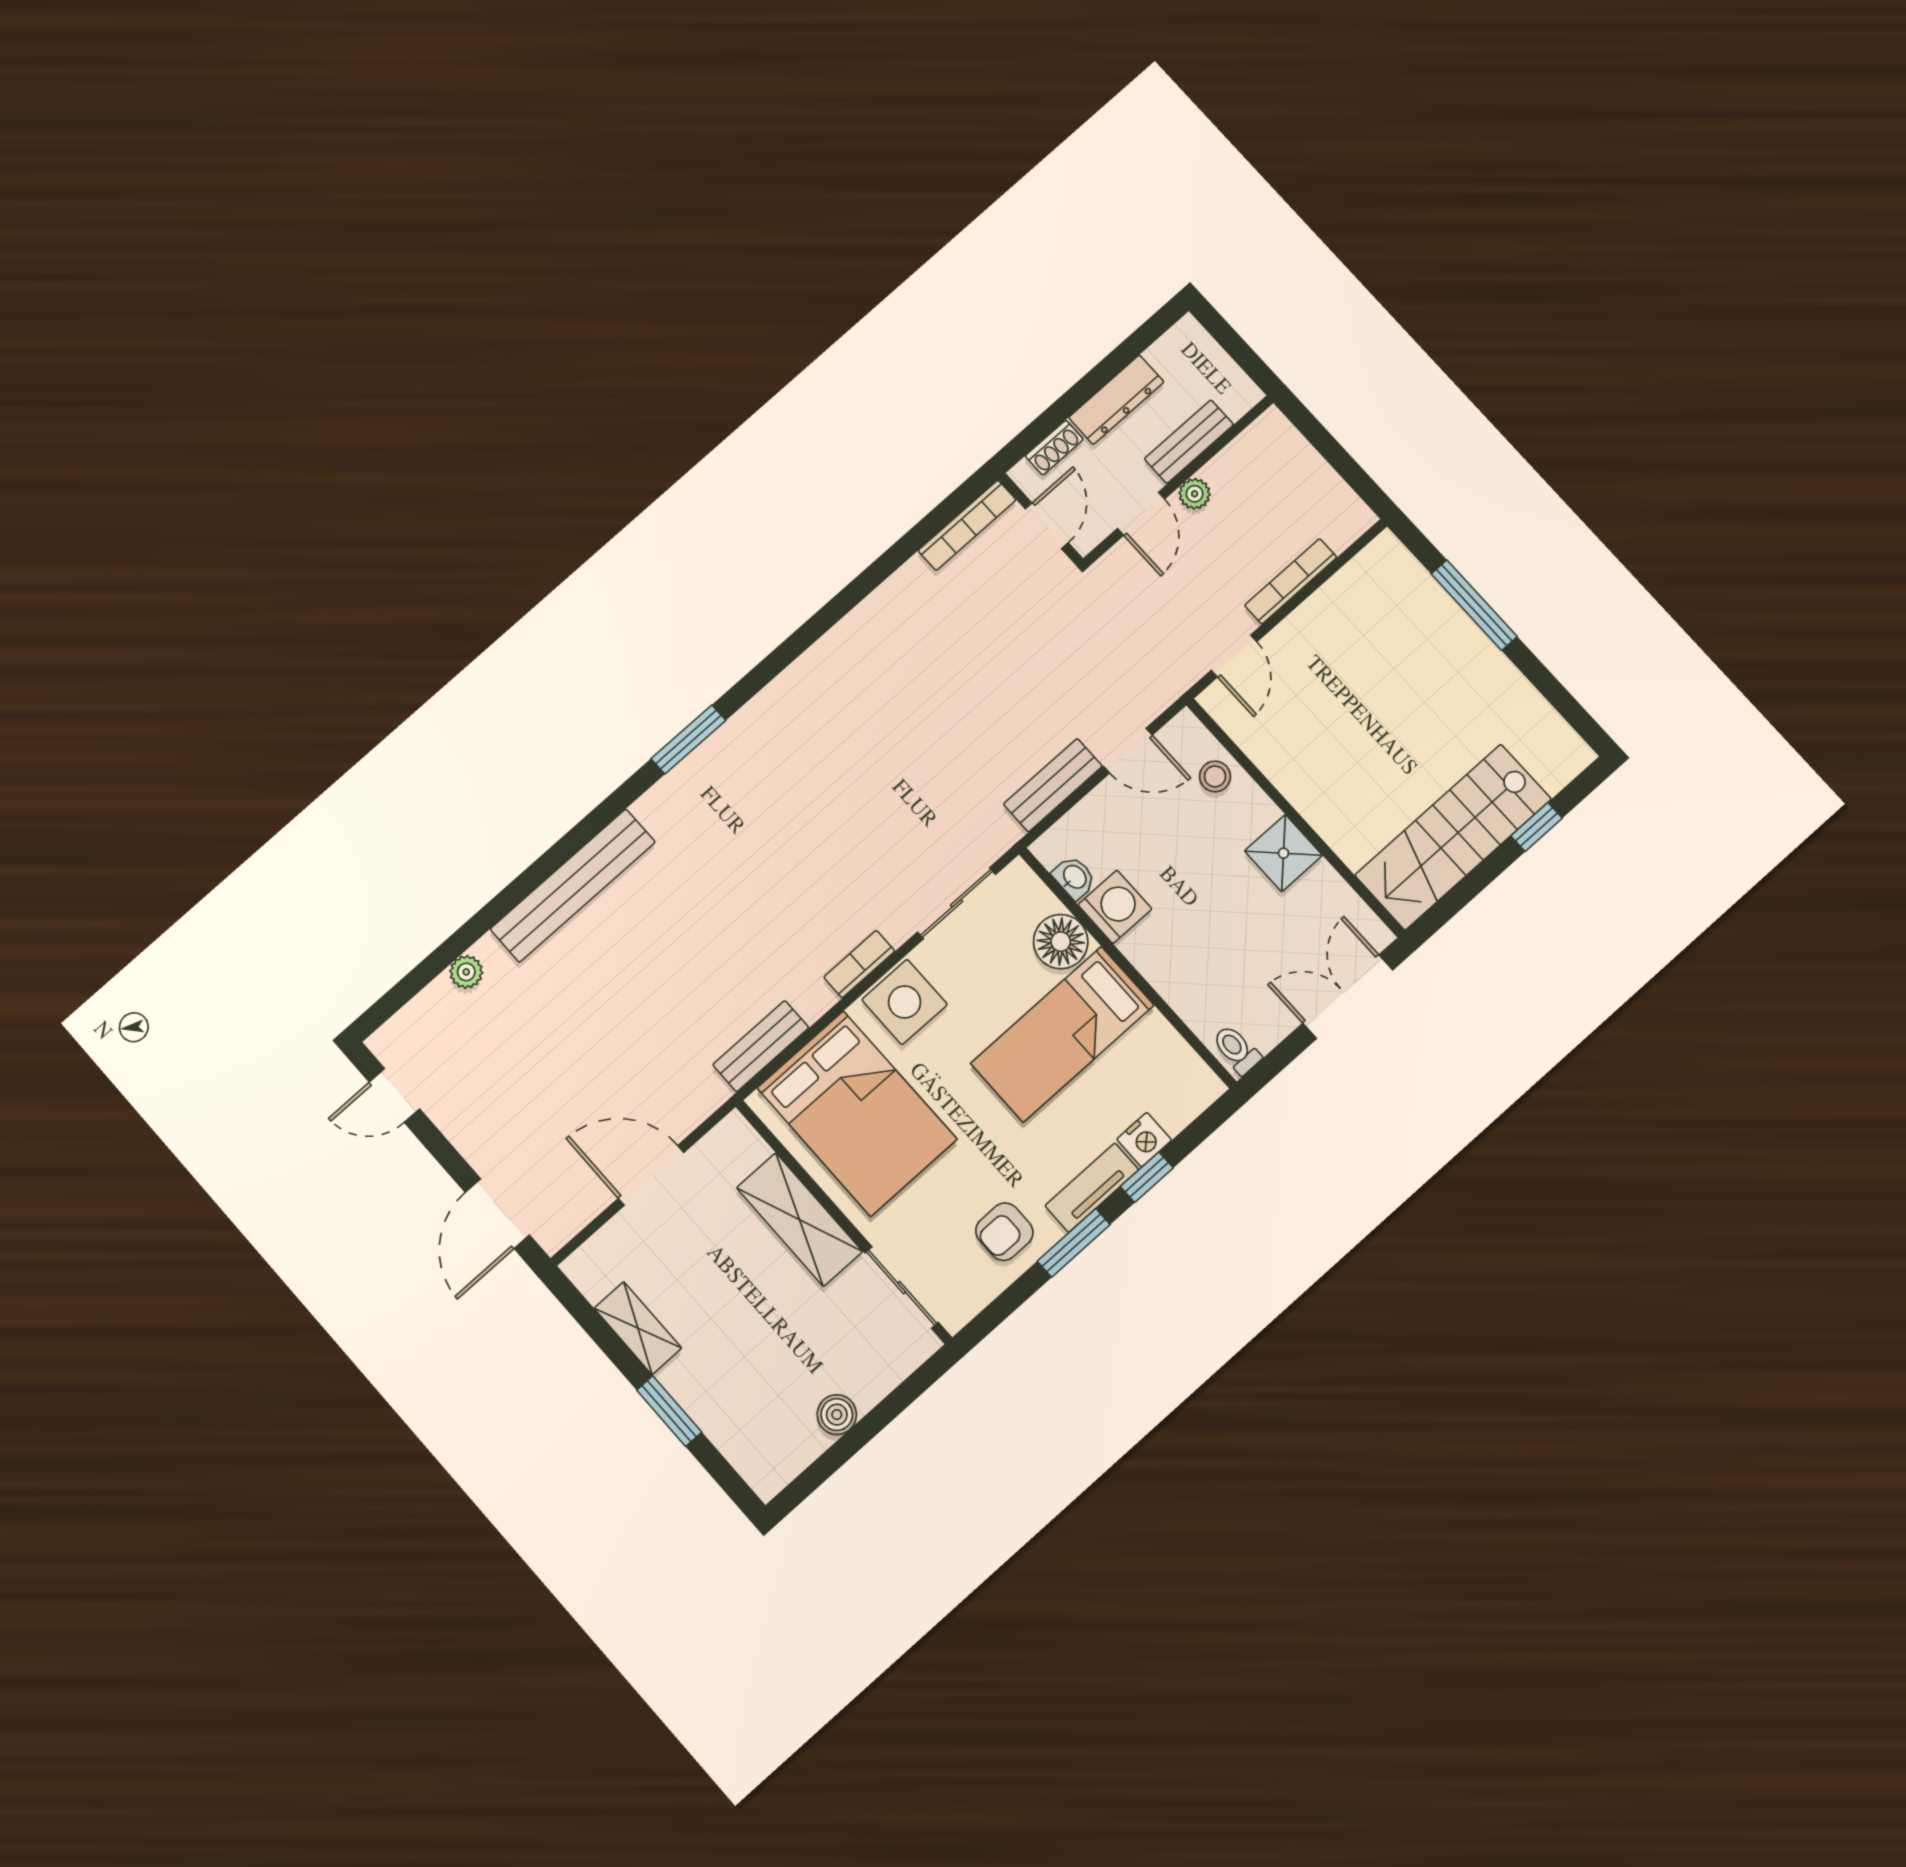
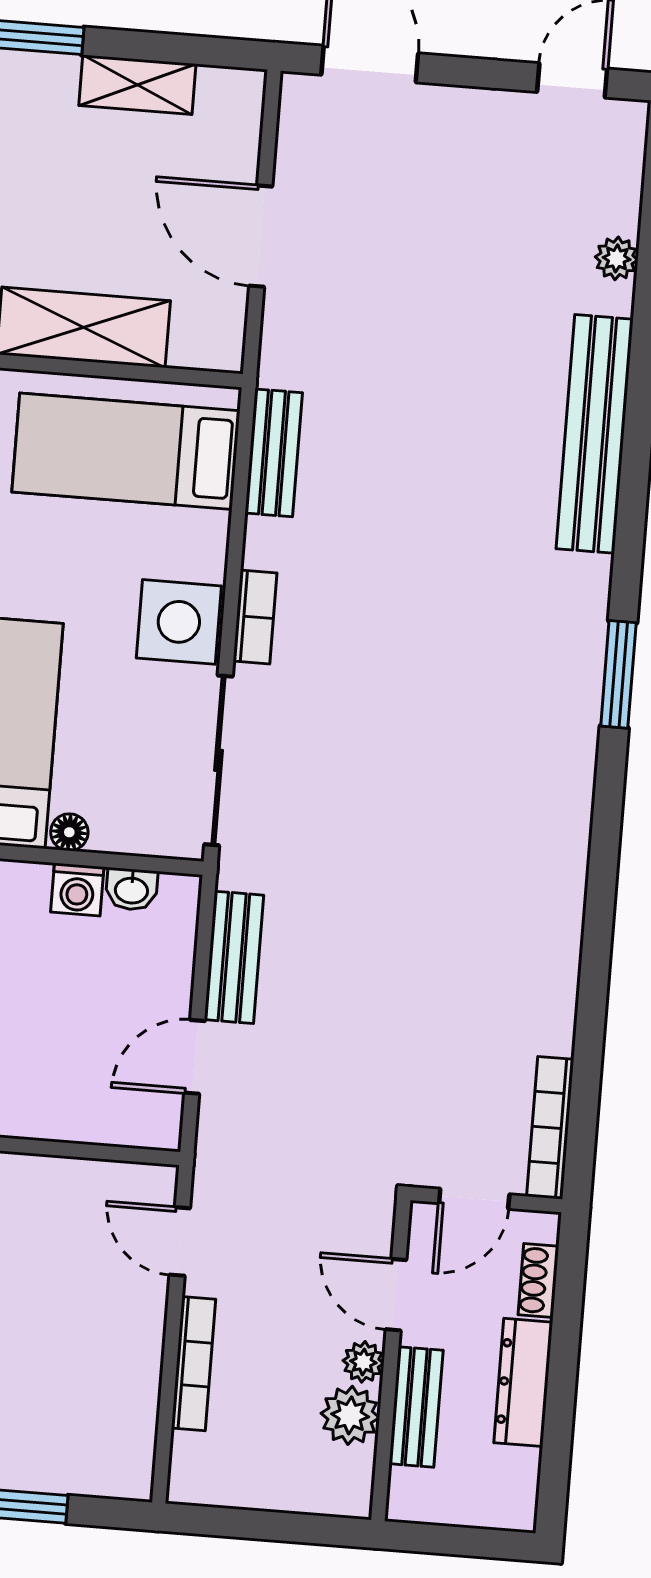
plant: (1230, 471) -> (350, 1415), added
door: (1047, 526) -> (474, 1199), hinge flipped
stool: (1215, 776) -> (90, 1110), removed
sliding door: (957, 903) -> (218, 760), width x1.37
washing machine: (1115, 907) -> (77, 889), width x0.73, depth x0.73
floor lamp: (1061, 942) -> (69, 832), width x0.53, depth x0.53
bed: (857, 1114) -> (126, 451), width x0.67
door: (651, 1175) -> (261, 236), swing flipped

